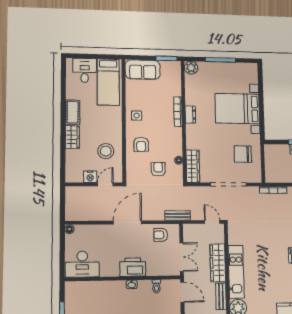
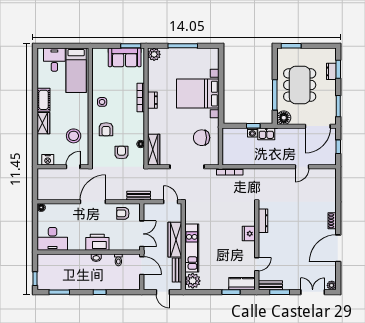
sofa: (143, 70) -> (125, 57), moved
nightstand: (90, 177) -> (48, 160), moved

